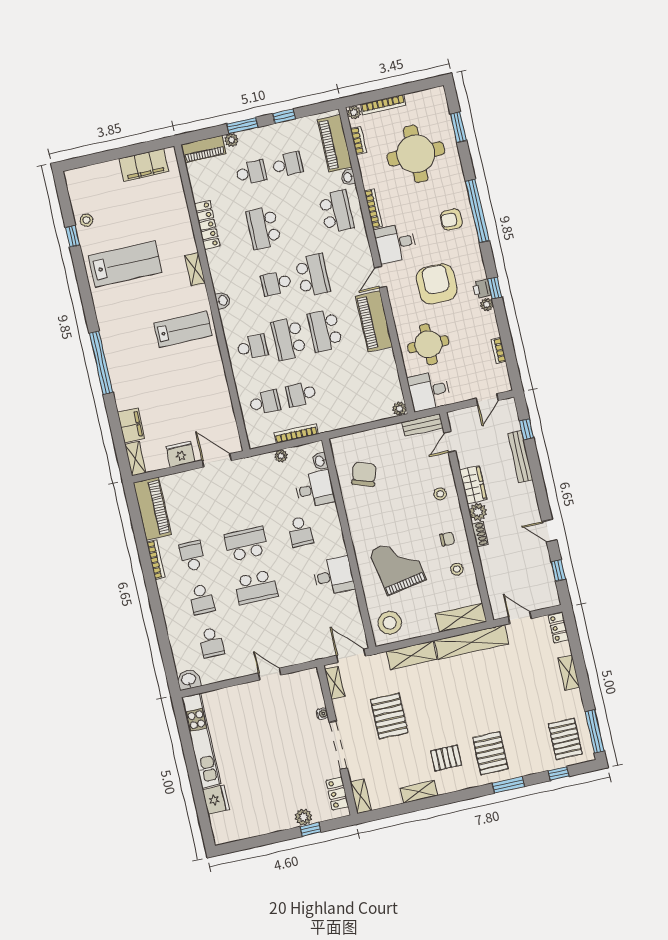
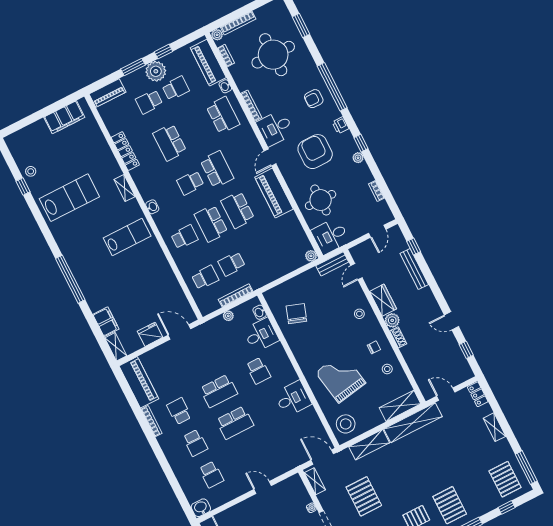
plant: (231, 140) -> (156, 71), moved, width x1.88, depth x1.88
school desk: (251, 173) -> (149, 102), turned 180
printer: (482, 289) -> (340, 125), moved
school desk: (246, 544) -> (219, 391), turned 180

